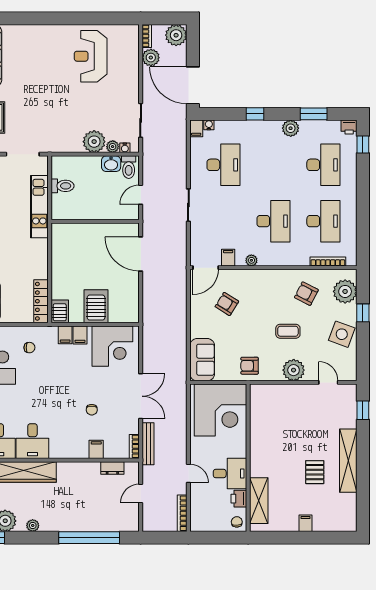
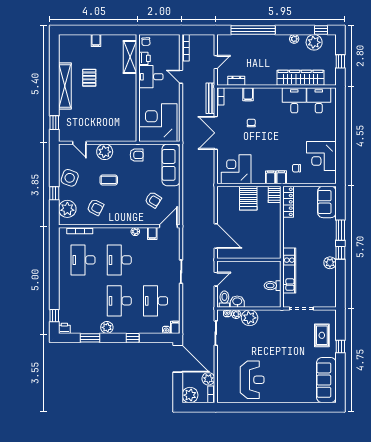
desk: (323, 165) -> (119, 301), moved
filing cabinet: (80, 335) -> (281, 177), moved
sofa: (202, 360) -> (171, 165), width x1.36

